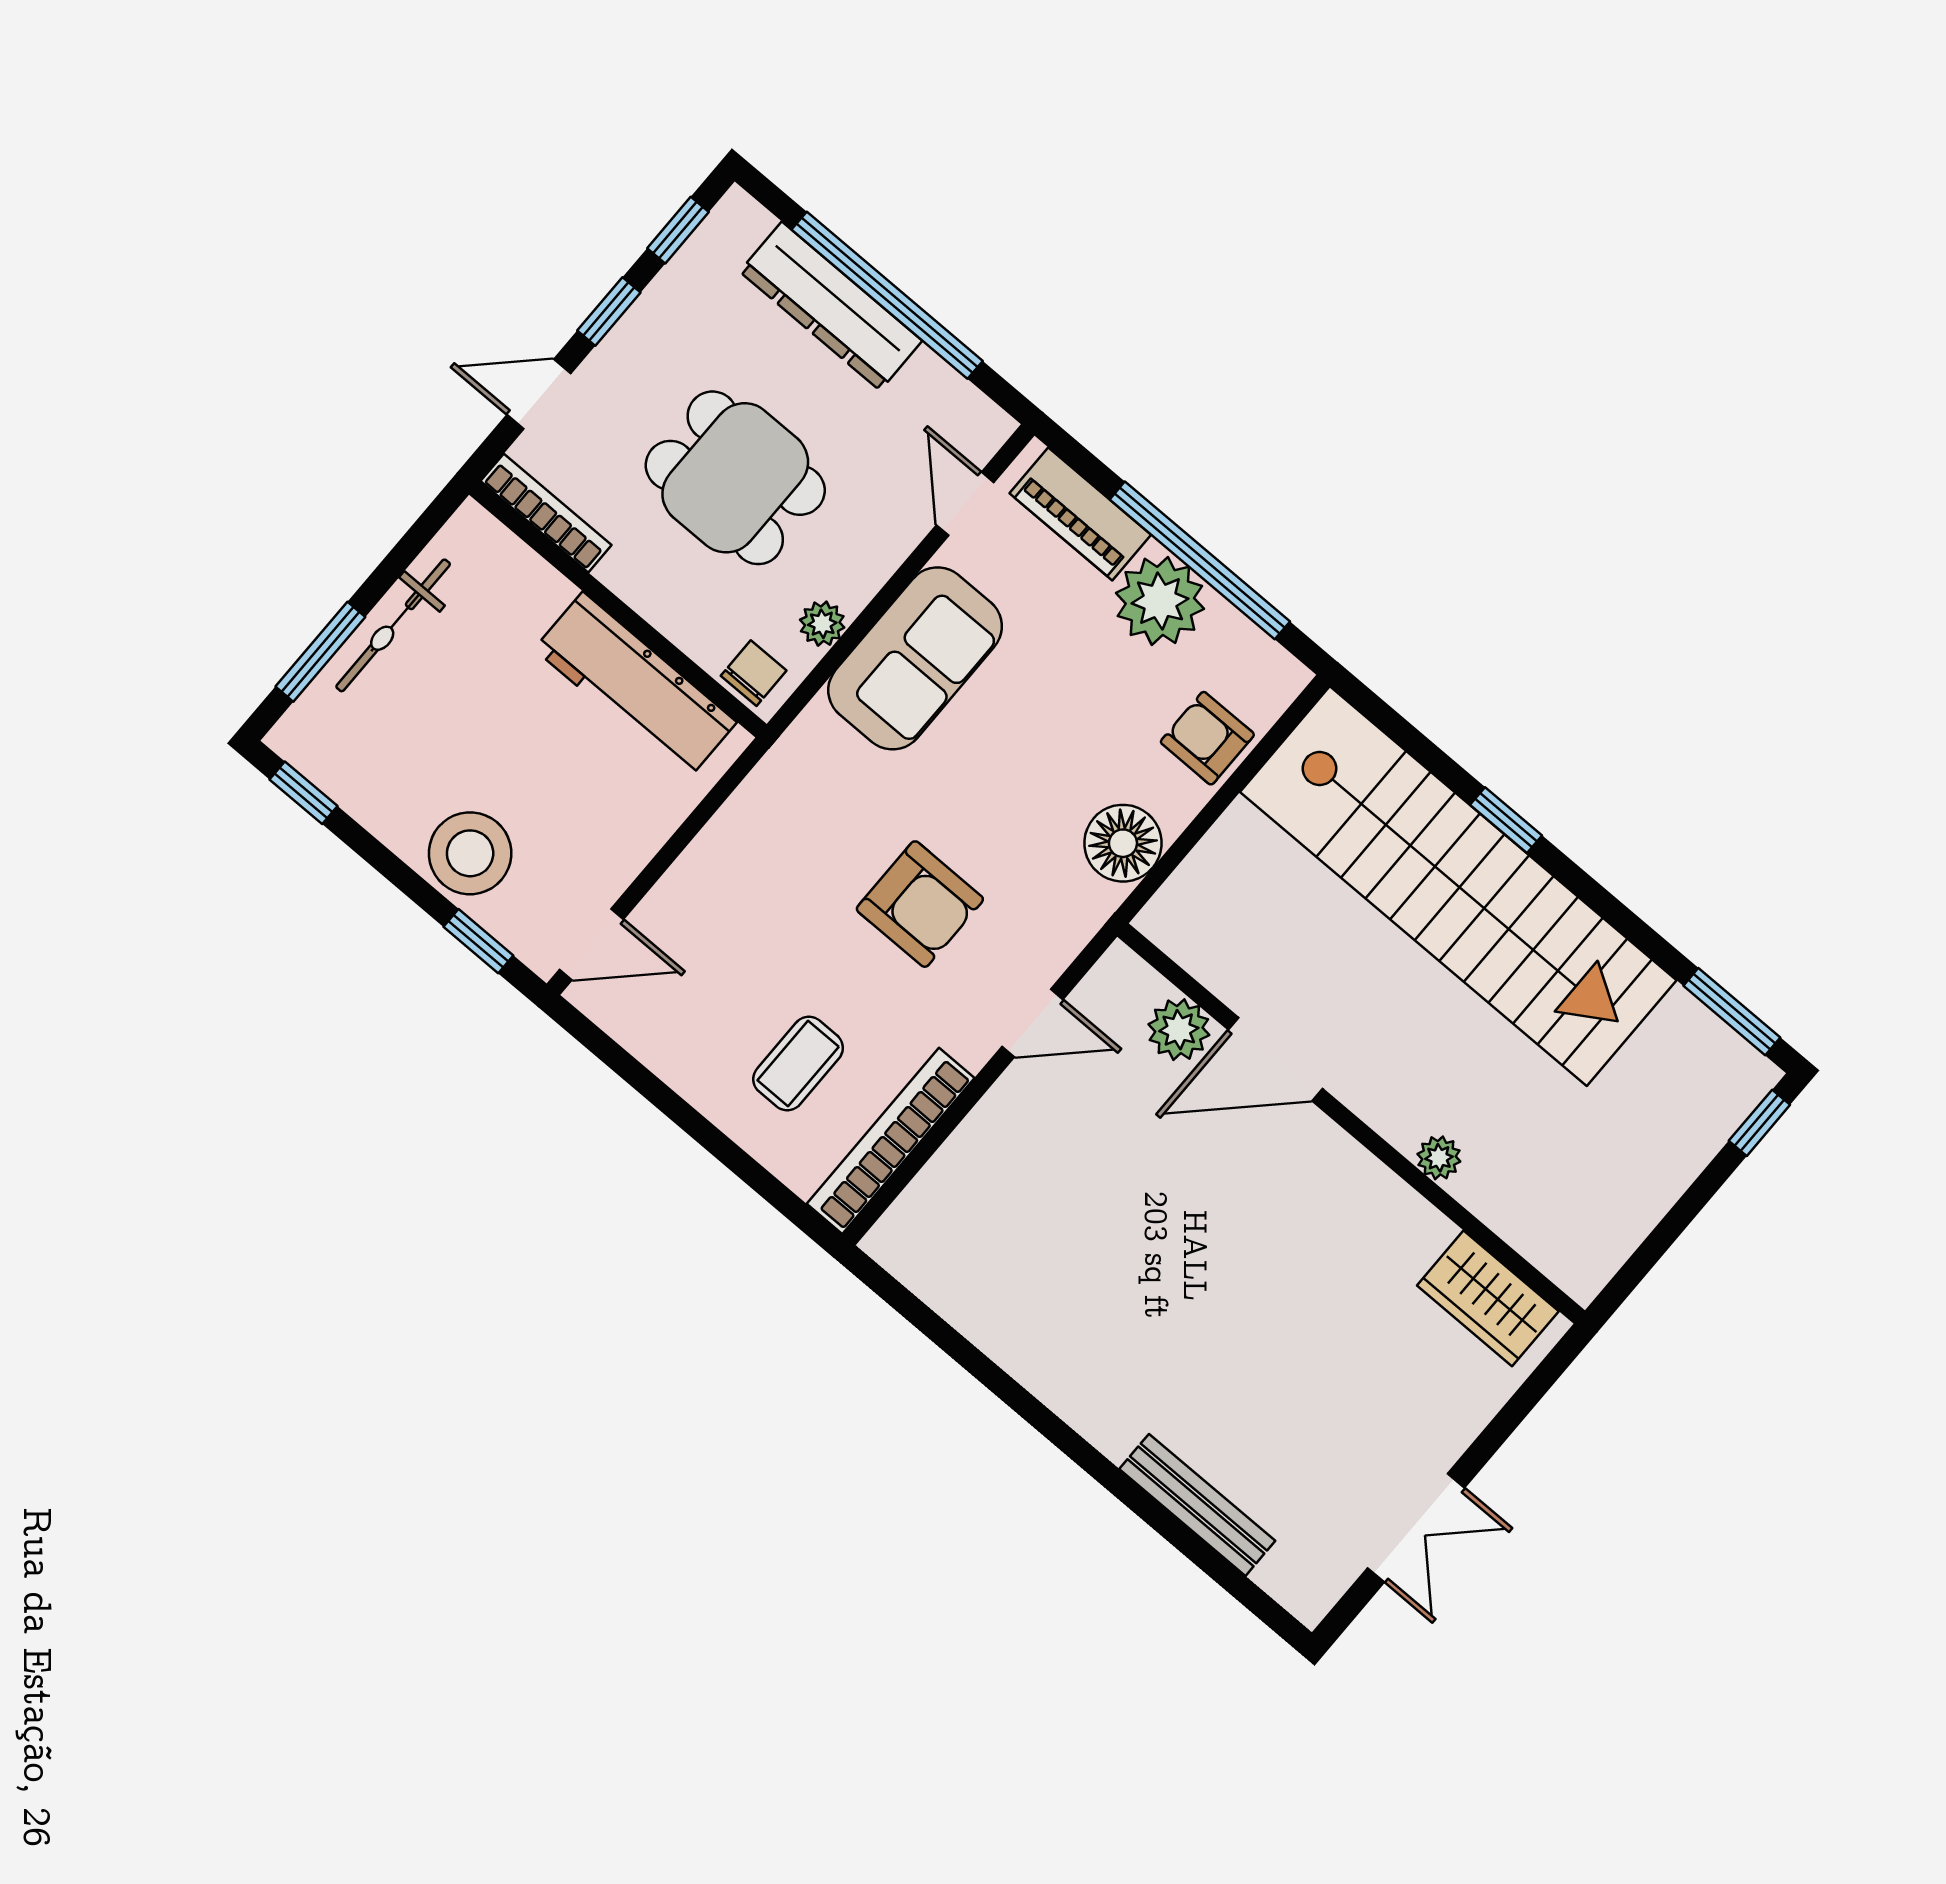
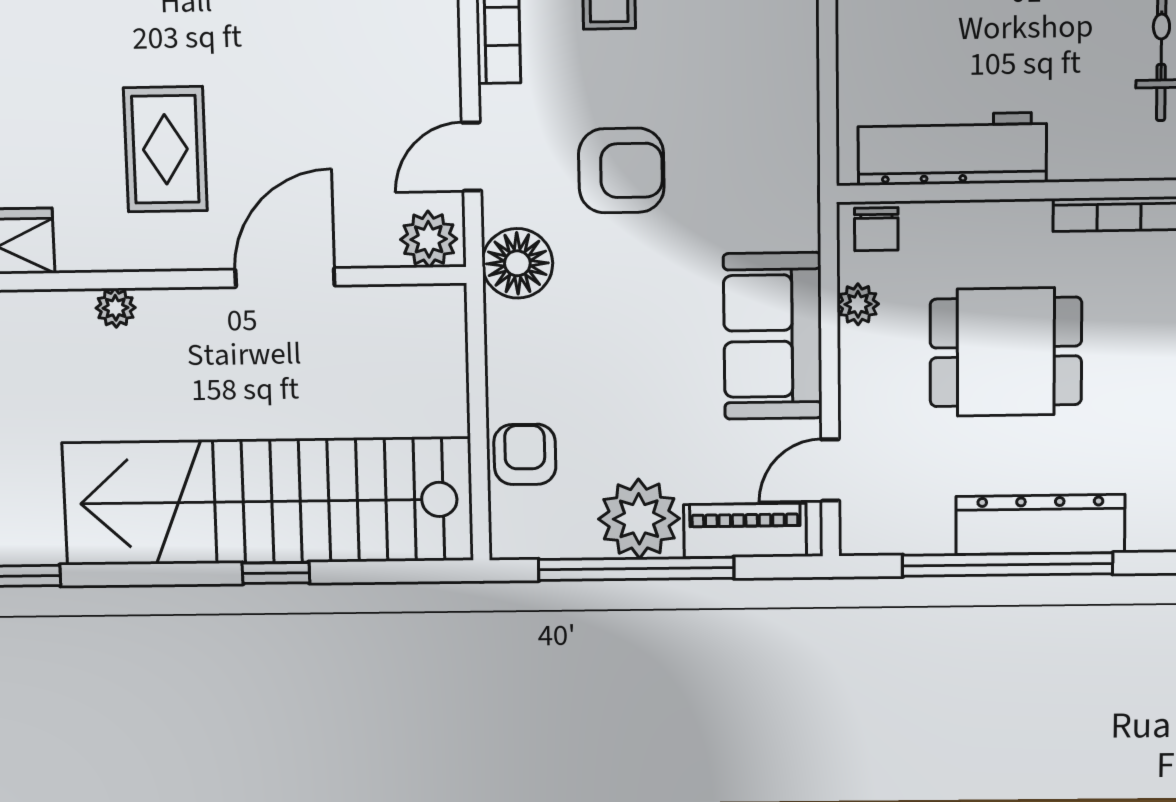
door: (965, 504) -> (830, 470), swing flipped
armchair: (1207, 738) -> (525, 454), turned -90
floor lamp: (1123, 843) -> (517, 263), moved
armchair: (920, 904) -> (621, 171), turned 180
plant: (1179, 1030) -> (429, 239), moved
rug: (1279, 1250) -> (165, 149), added

